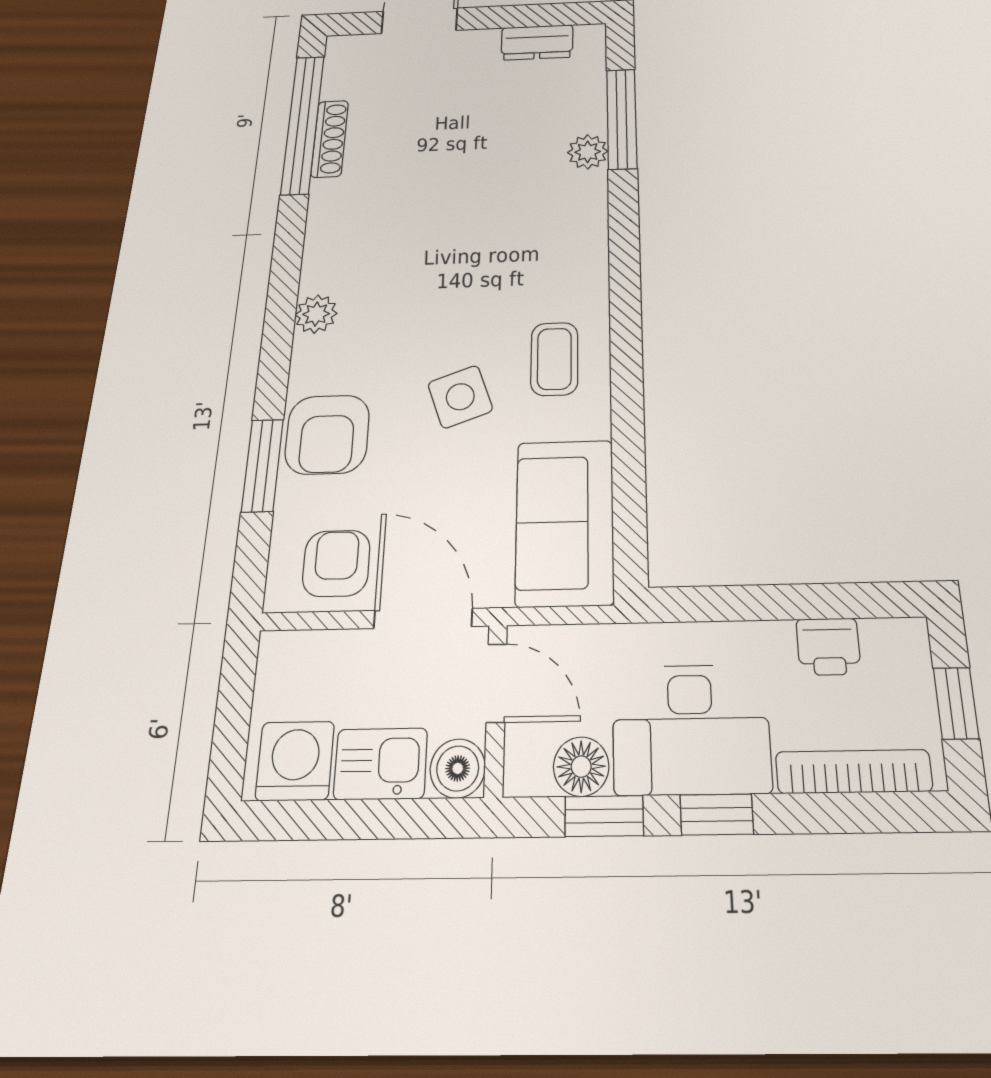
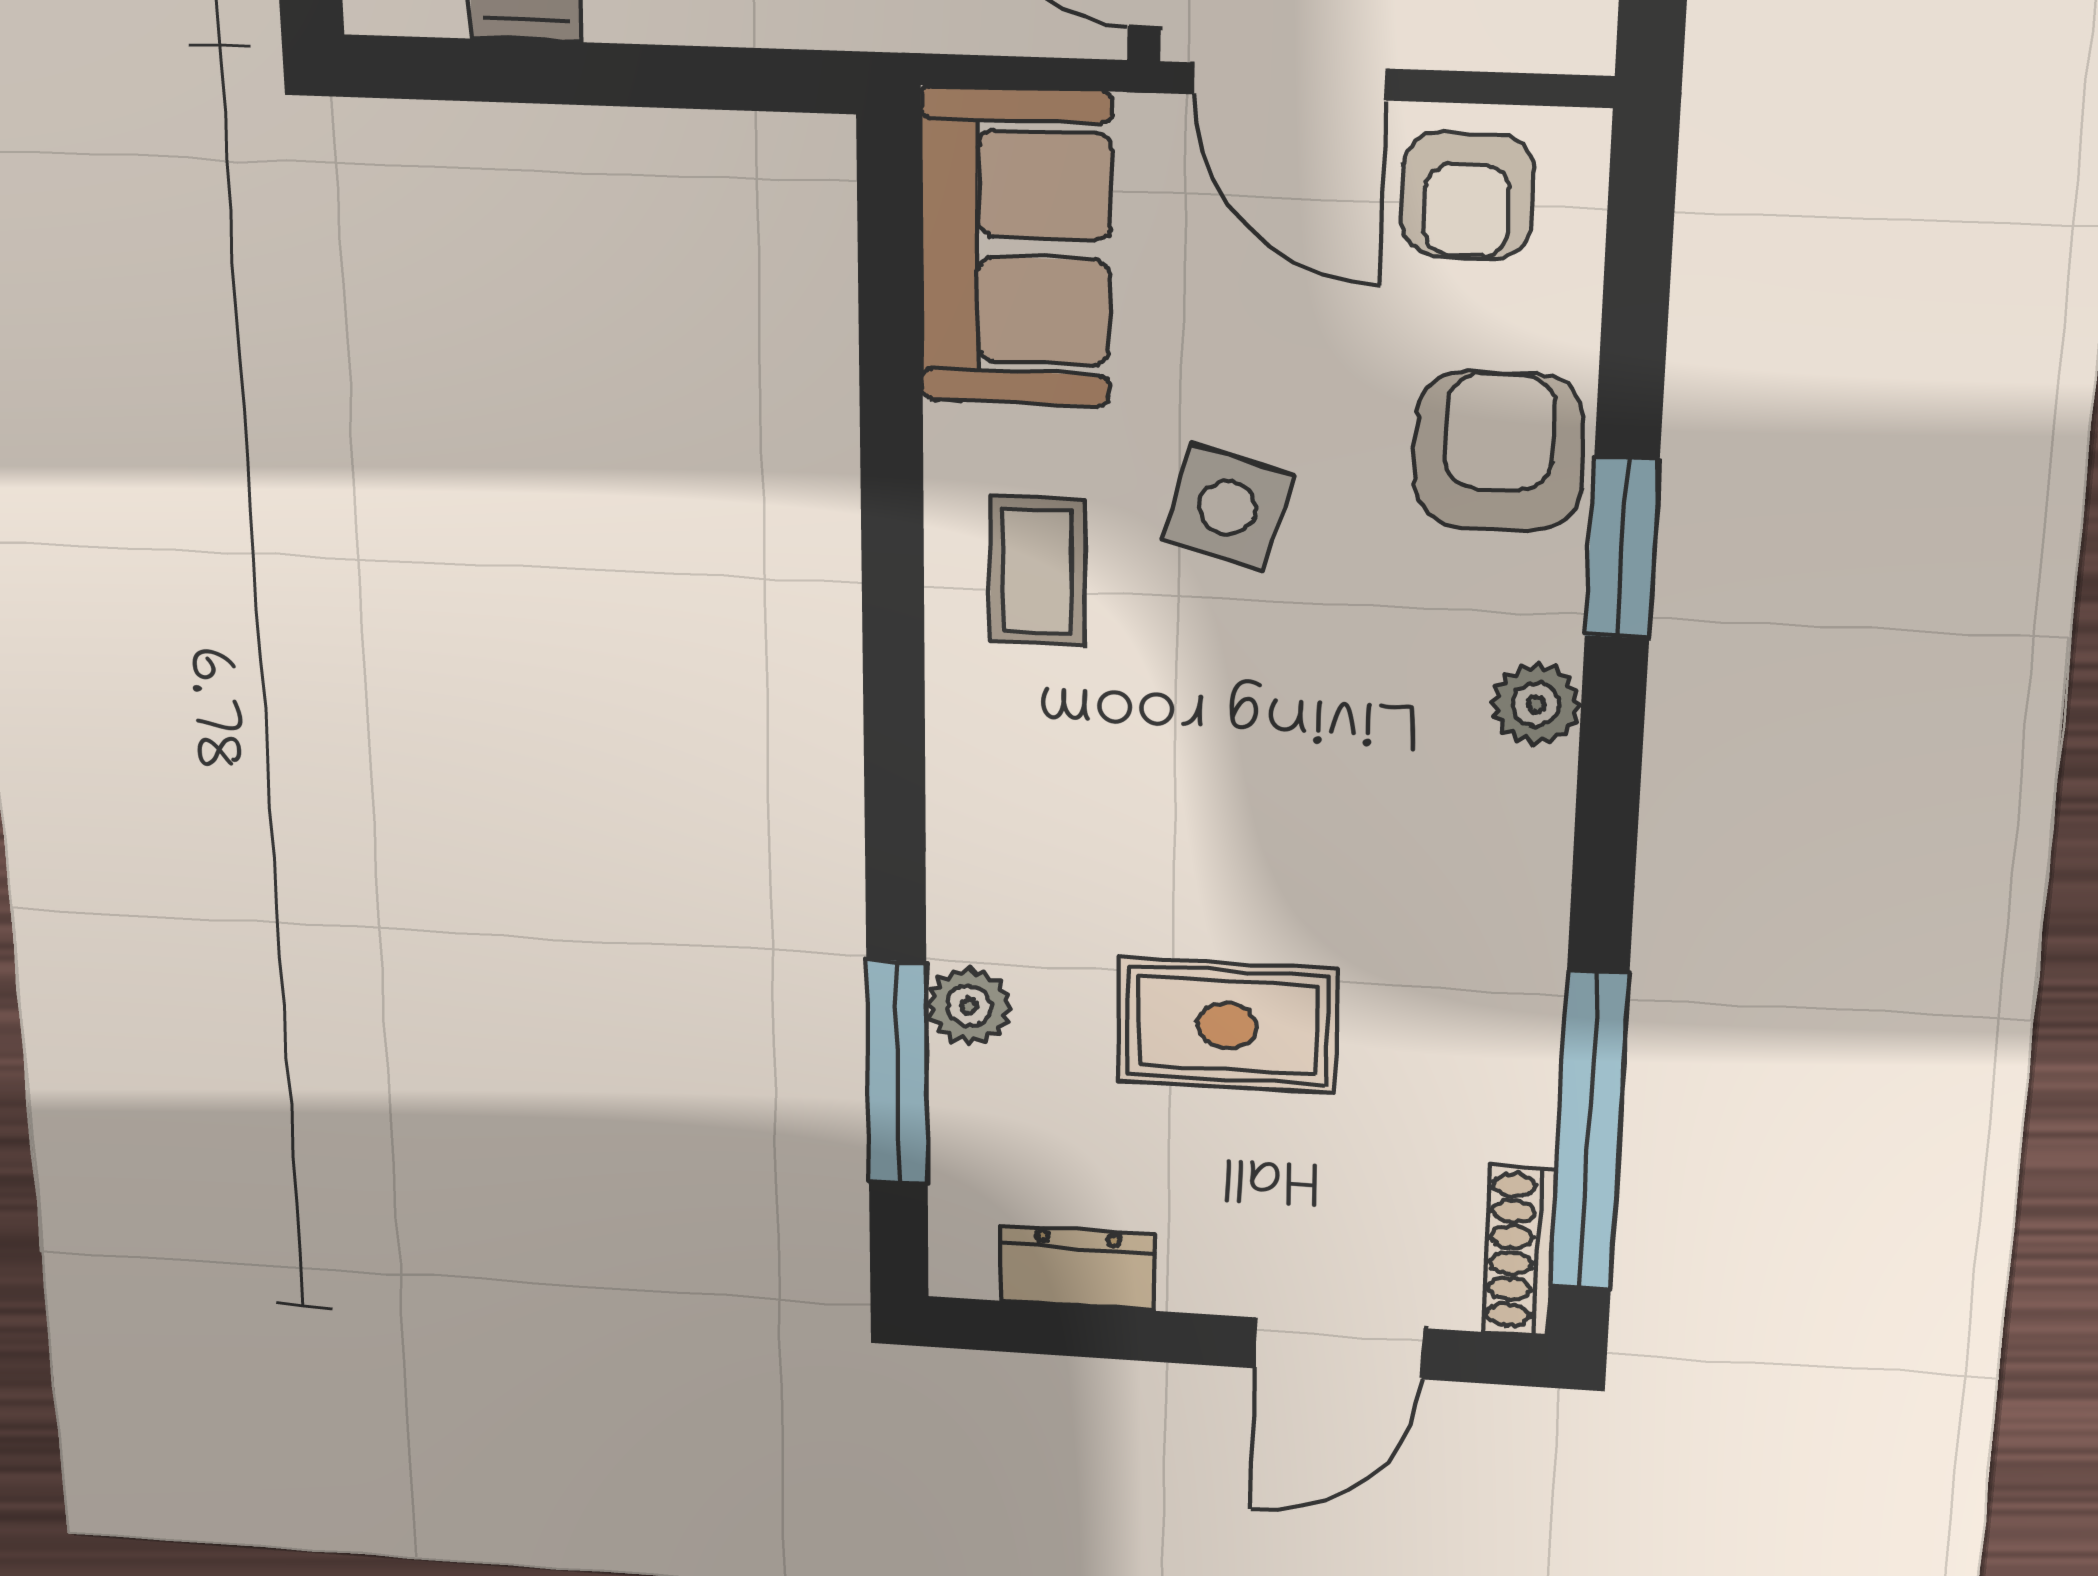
shoe rack: (330, 139) -> (1519, 1251), moved
rug: (466, 154) -> (1227, 1026), added
side table: (460, 397) -> (1228, 508), turned 36
window: (263, 465) -> (1622, 548), moved

